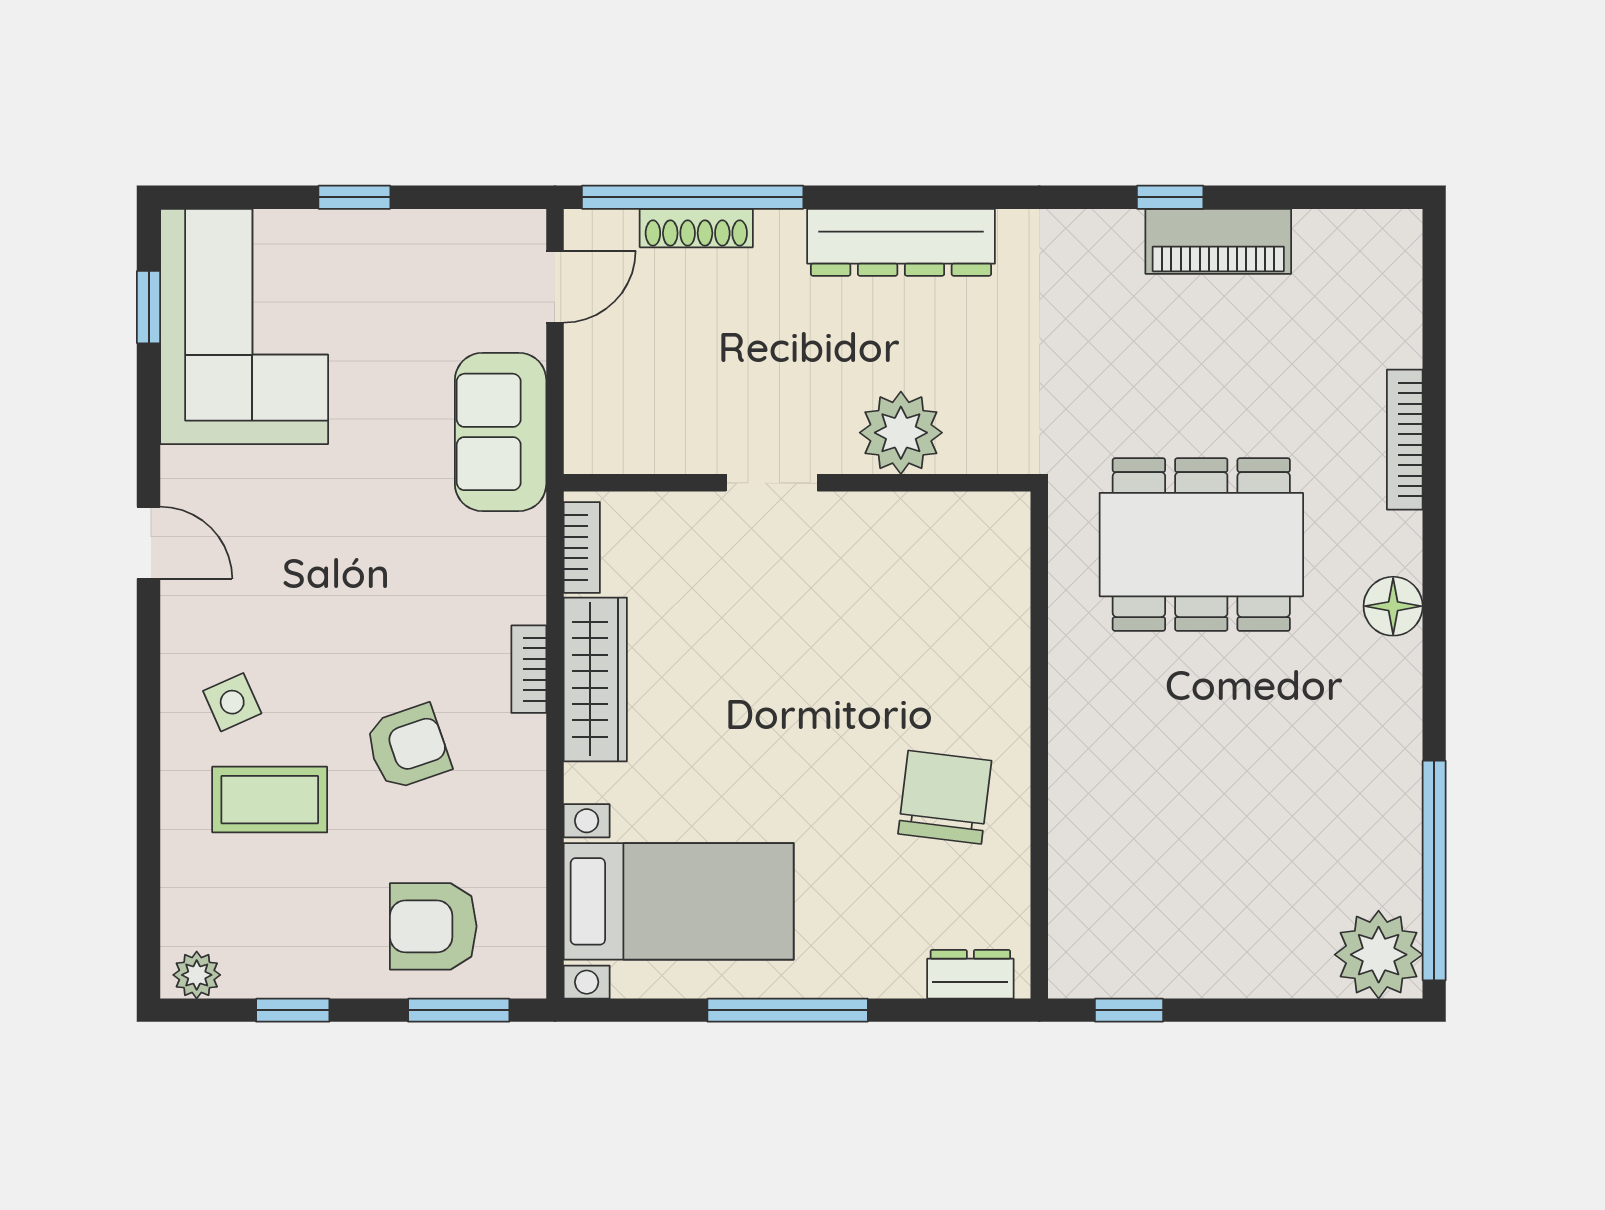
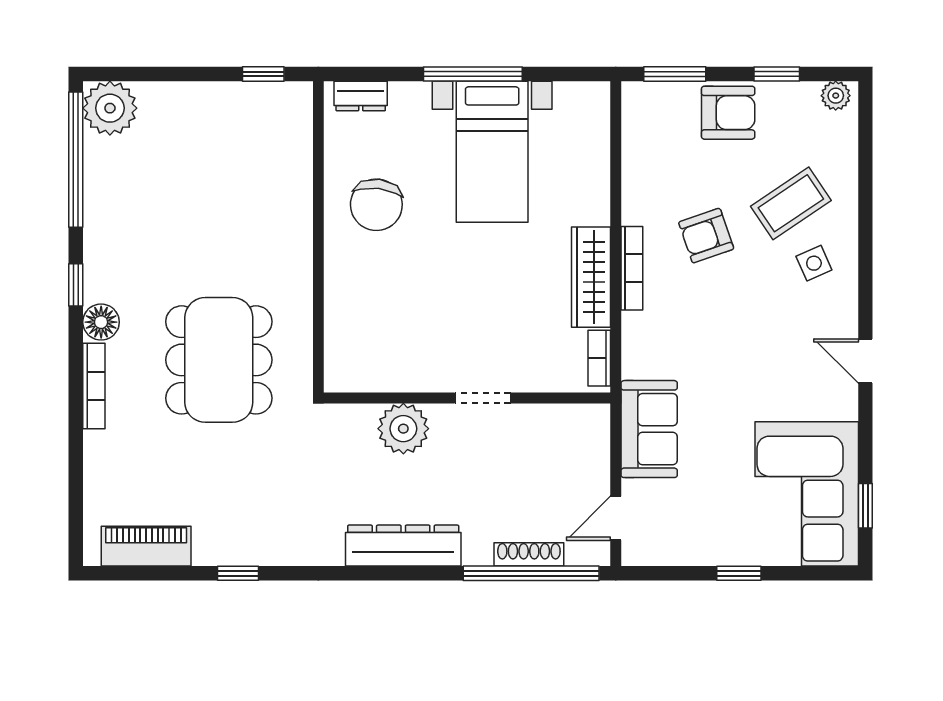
piano: (1218, 241) -> (146, 546), moved
bookcase: (1405, 440) -> (94, 386), moved
dining table: (1201, 545) -> (219, 360), turned 90
window: (1434, 667) -> (76, 285), added
bookcase: (529, 669) -> (632, 268), width x1.56
coffee table: (270, 800) -> (791, 203), turned -34
bed with nightstands: (679, 901) -> (492, 152), moved, turned -90
armchair: (433, 926) -> (728, 113), moved

